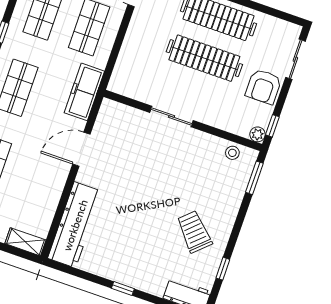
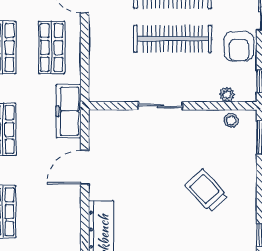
plant: (257, 134) -> (227, 94), moved
trolley: (194, 232) -> (206, 191), moved

